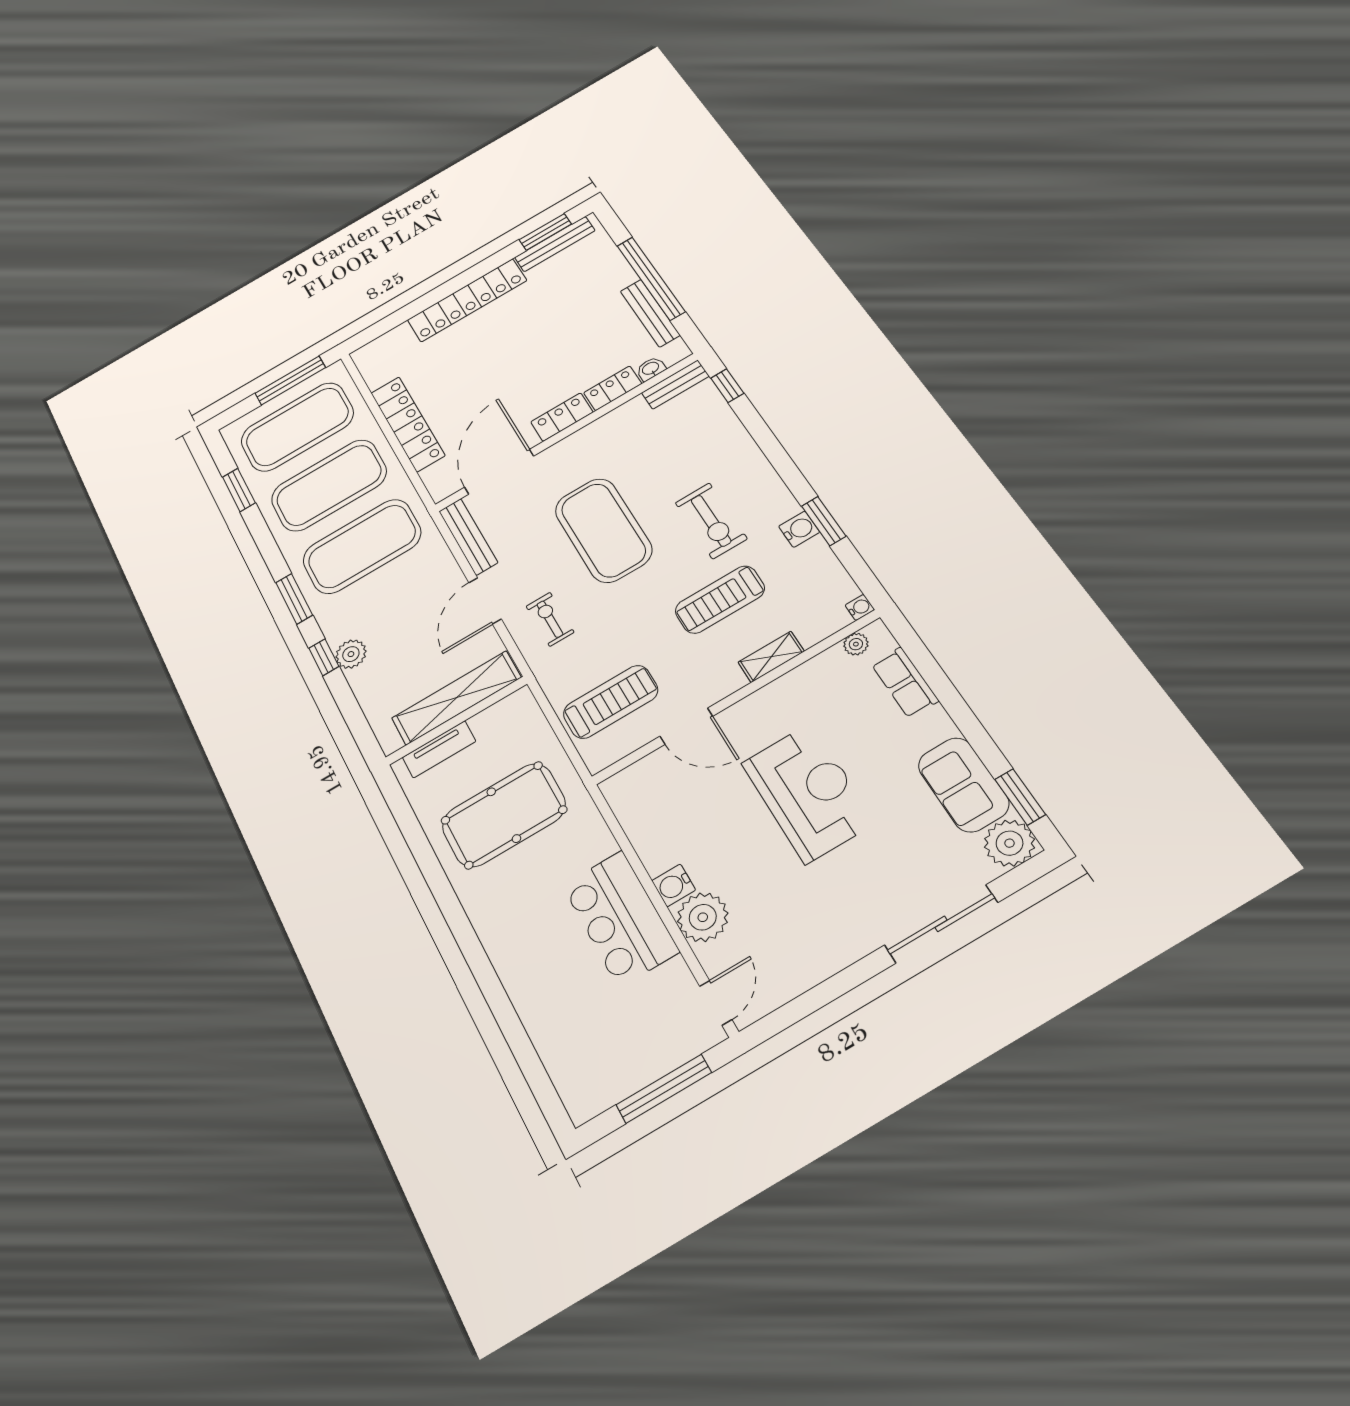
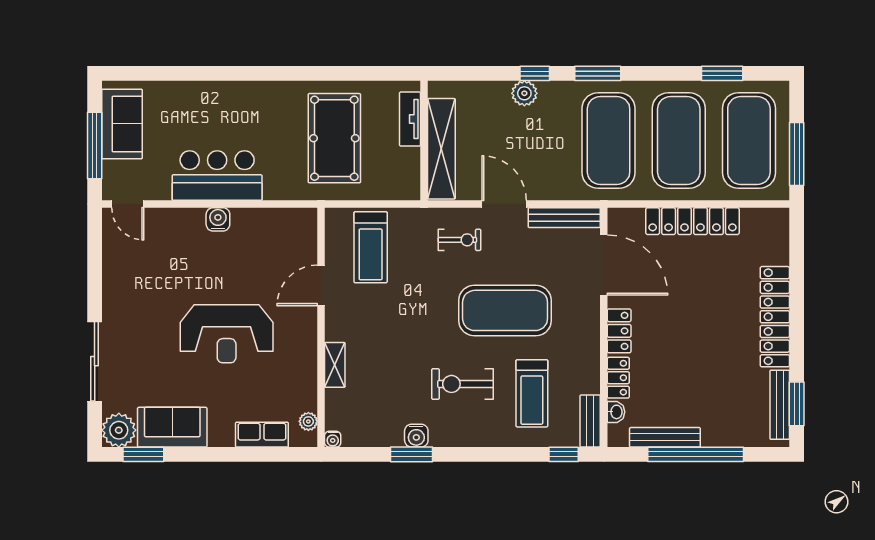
treadmill: (720, 600) -> (532, 393), moved, turned 180
plant: (703, 917) -> (186, 226), removed
sofa: (618, 1071) -> (122, 124), added

